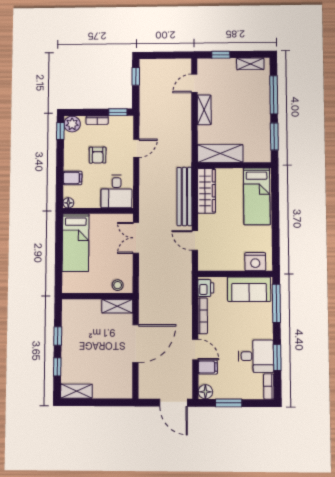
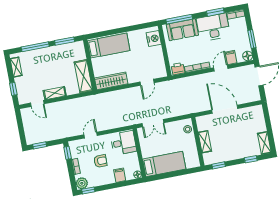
door: (136, 148) -> (91, 135), hinge flipped
bench: (184, 196) -> (118, 95), removed
sofa: (249, 289) -> (182, 30), moved, turned 90
shelving: (117, 306) -> (205, 142), moved
window: (58, 336) -> (219, 165), moved
desk: (256, 356) -> (213, 27), width x1.37

